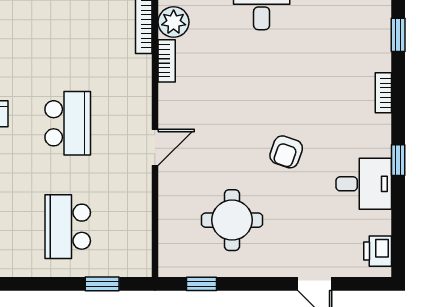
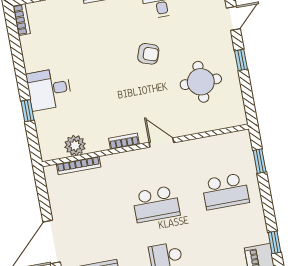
bookcase: (167, 61) -> (124, 141), moved
school desk: (68, 123) -> (156, 204), turned 180
window: (201, 284) -> (241, 60), moved

